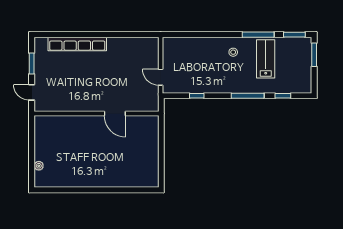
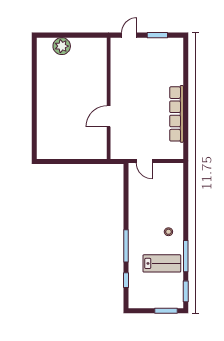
row of seats: (77, 44) -> (177, 114), moved
door: (161, 77) -> (144, 161), swing flipped
window: (197, 96) -> (126, 196), removed
plant: (39, 166) -> (62, 46), width x1.87, depth x1.87

